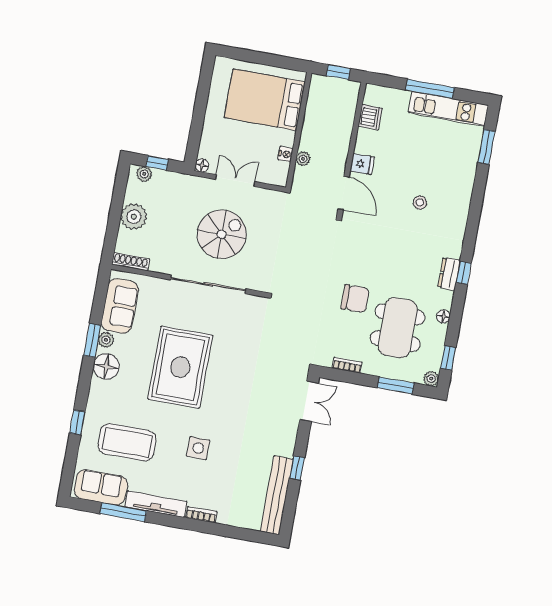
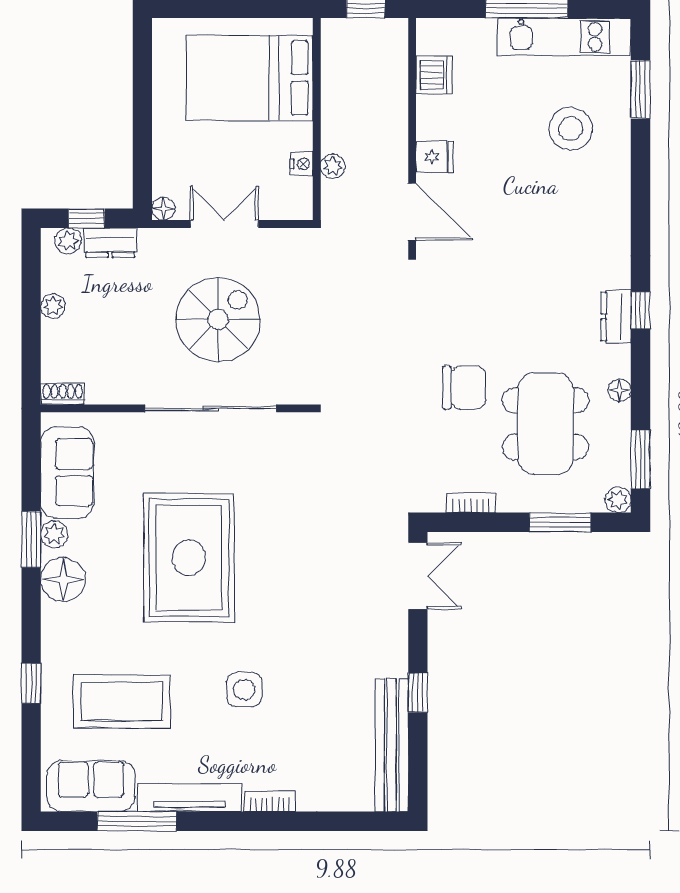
dresser: (168, 179) -> (110, 243), added
stool: (420, 202) -> (571, 129), moved, width x1.89, depth x1.89
plant: (134, 217) -> (53, 306), width x0.53, depth x0.53
shoe rack: (131, 262) -> (63, 394), width x0.70
window: (448, 358) -> (641, 459), width x1.50

